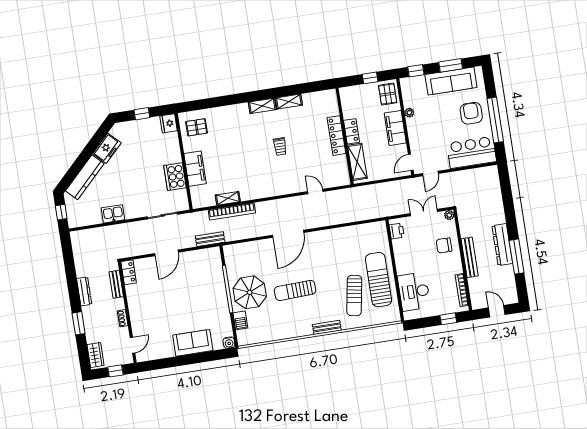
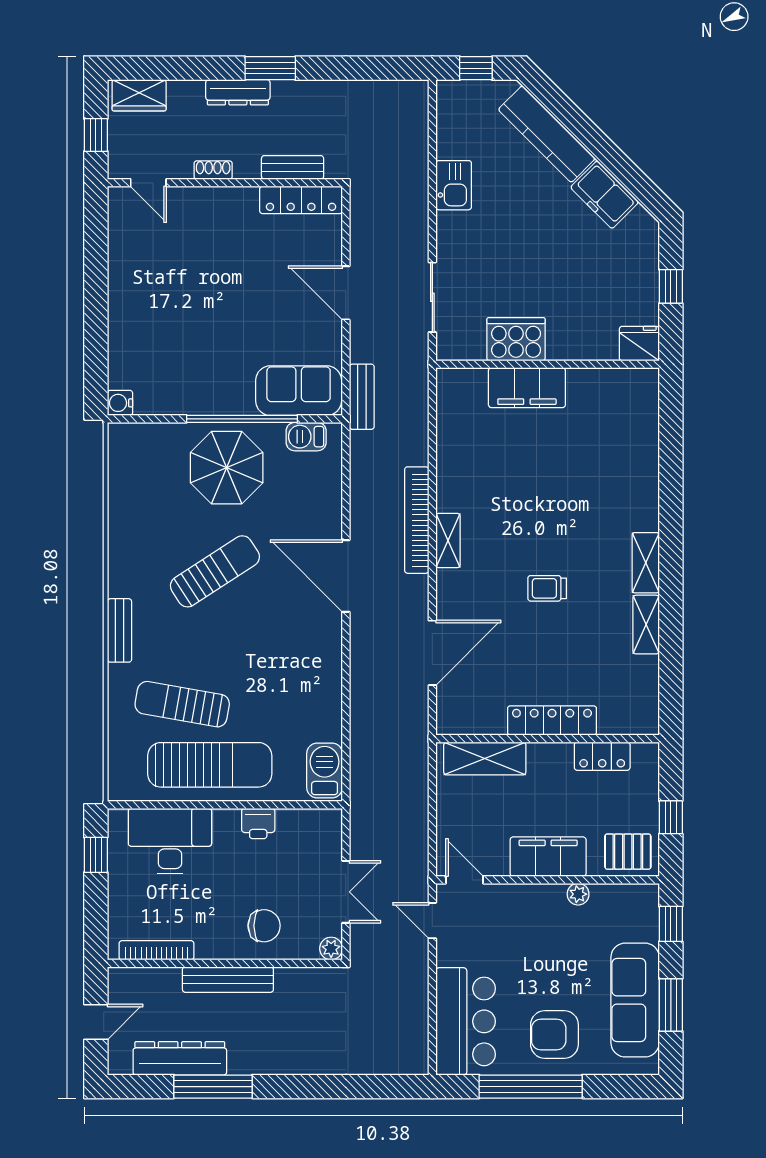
armchair: (471, 113) -> (554, 1034), turned 180
pallet: (197, 127) -> (620, 406), removed
locker: (351, 131) -> (602, 756), moved
door: (315, 192) -> (432, 653), width x1.87
shelving: (228, 198) -> (448, 541), moved
bookcase: (232, 211) -> (417, 520), moved
barbecue: (373, 230) -> (325, 771), added
printer: (397, 231) -> (258, 823), moved
chair: (444, 245) -> (264, 926), turned 90
dresser: (502, 245) -> (180, 1058), moved
locker: (129, 272) -> (301, 200), width x1.53
sun lounger: (295, 290) -> (215, 571), turned 59
dresser: (84, 291) -> (238, 92), moved
window: (448, 319) -> (96, 855), moved
barbecue: (240, 320) -> (306, 437), moved
window: (79, 323) -> (270, 68), moved
sofa: (193, 343) -> (299, 391), moved, turned -90

